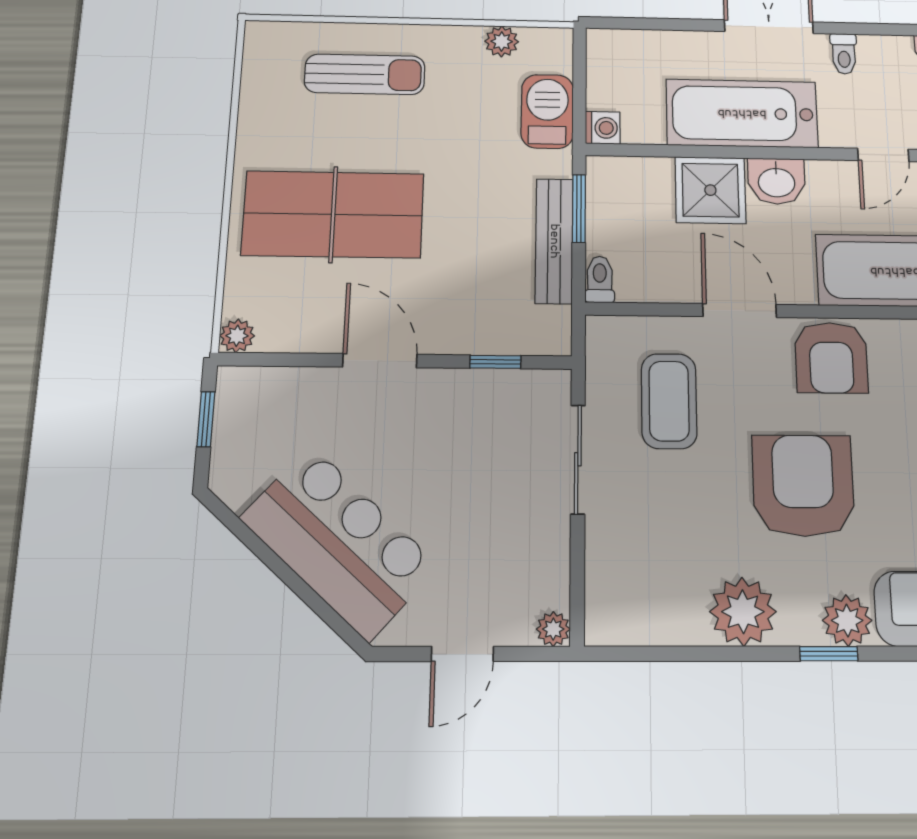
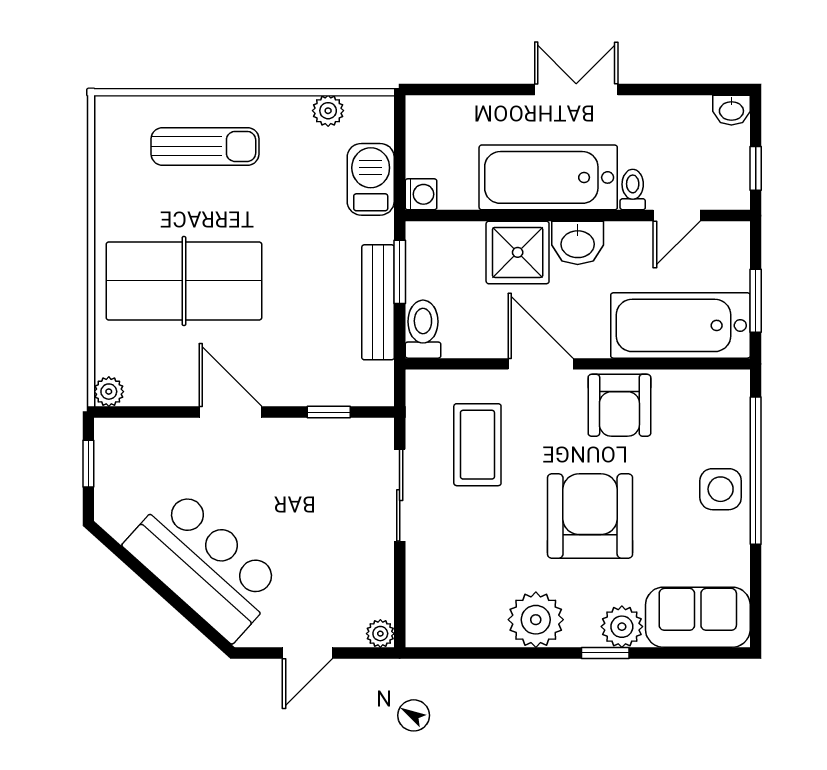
toilet: (844, 54) -> (633, 190), moved, turned 180
toilet: (600, 279) -> (423, 329), width x1.37, depth x1.39

